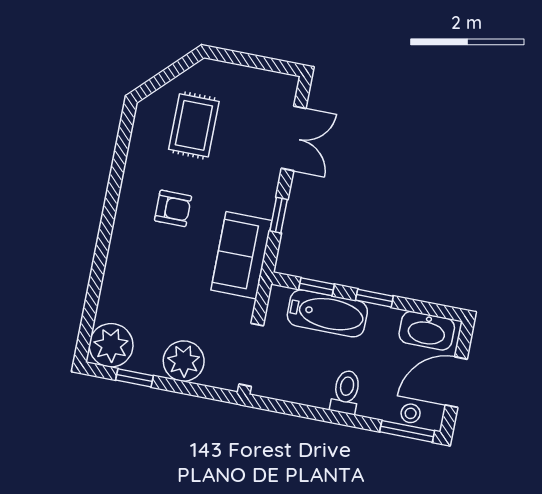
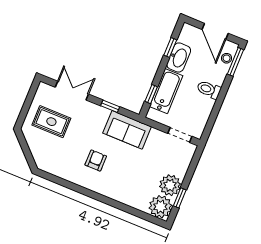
rug: (194, 125) -> (51, 122), moved
window: (374, 298) -> (170, 47), moved
washbasin: (427, 331) -> (179, 57), moved
doorway: (251, 355) -> (180, 135), width x0.73
plant: (184, 361) -> (170, 185), moved

